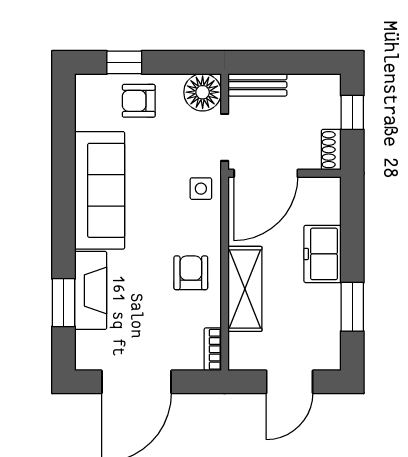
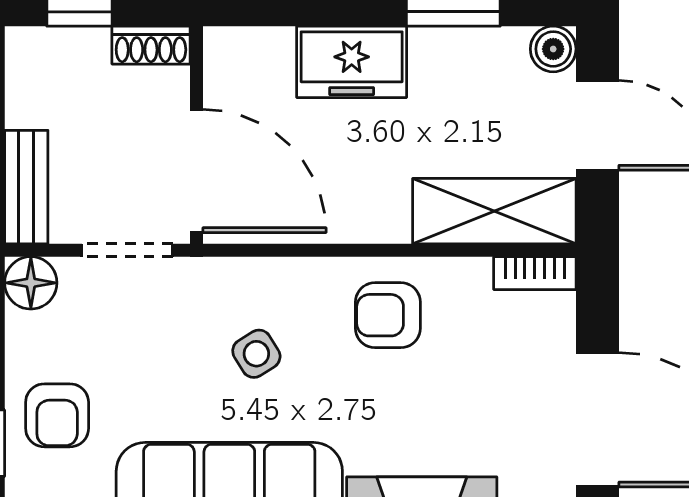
floor lamp: (203, 92) -> (31, 283), width x0.73, depth x0.73
side table: (201, 189) -> (256, 354), moved, turned -32
shelving: (245, 289) -> (494, 211), moved
boiler: (329, 359) -> (553, 49), added

